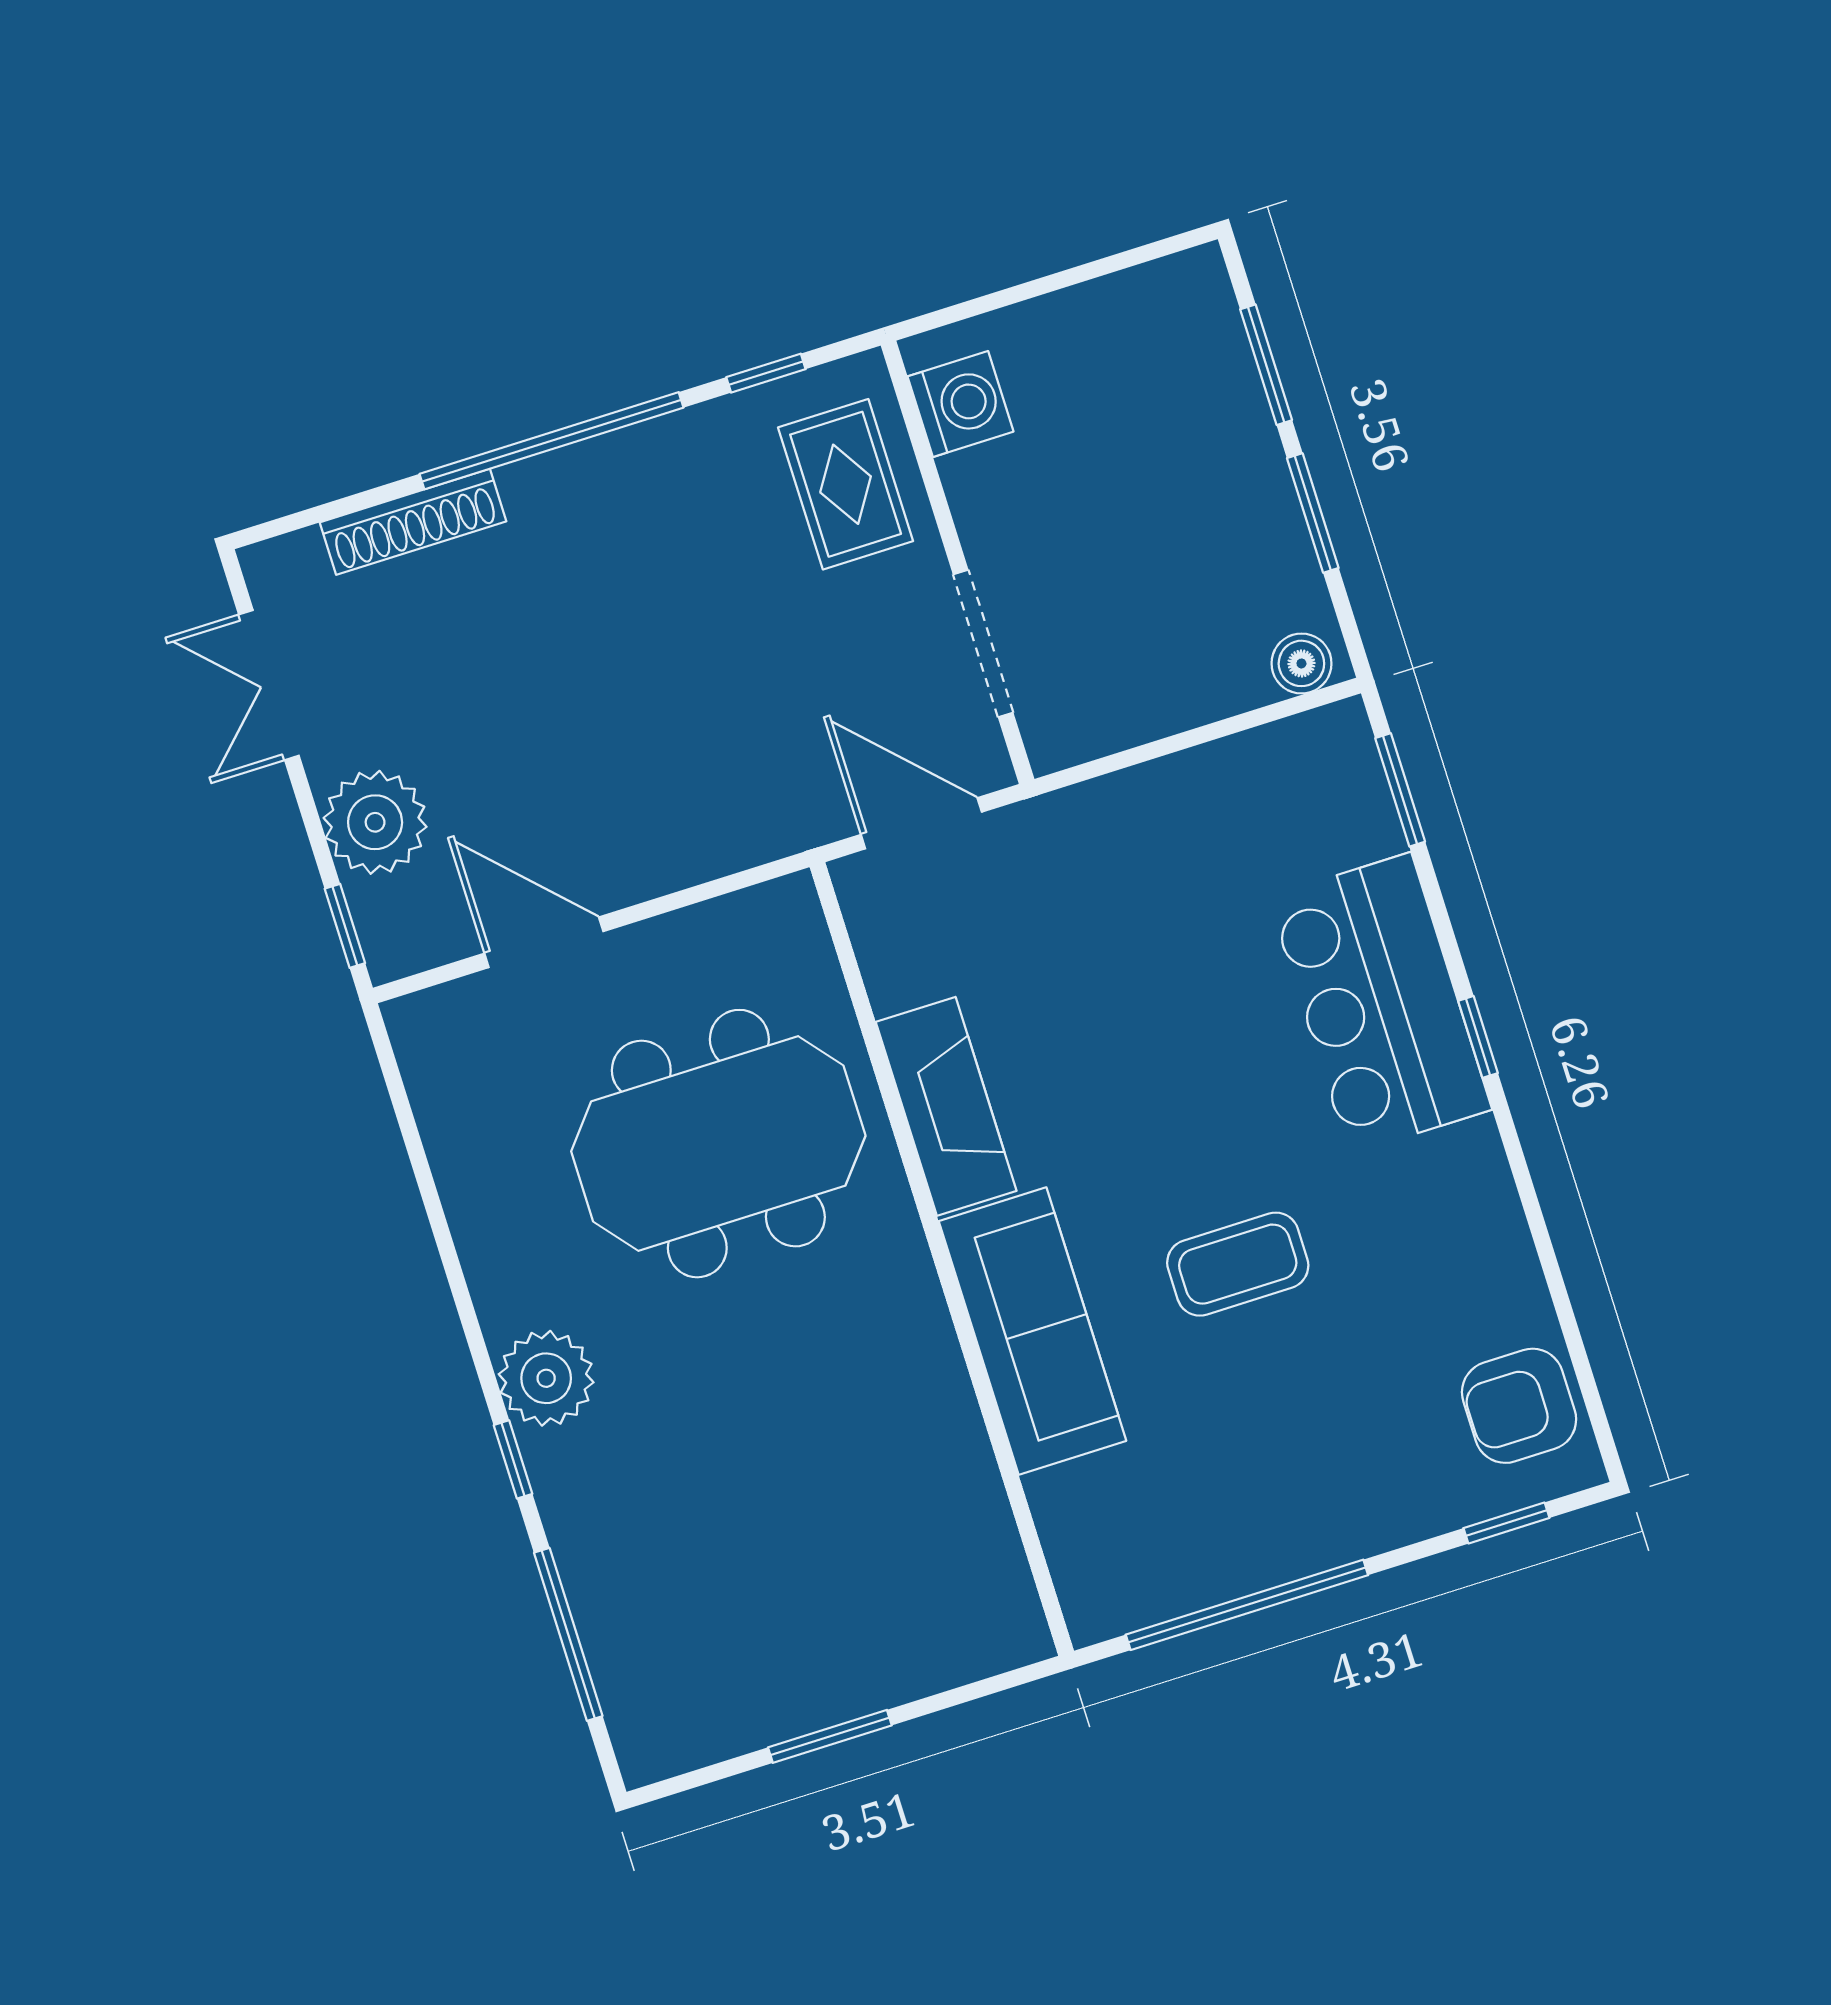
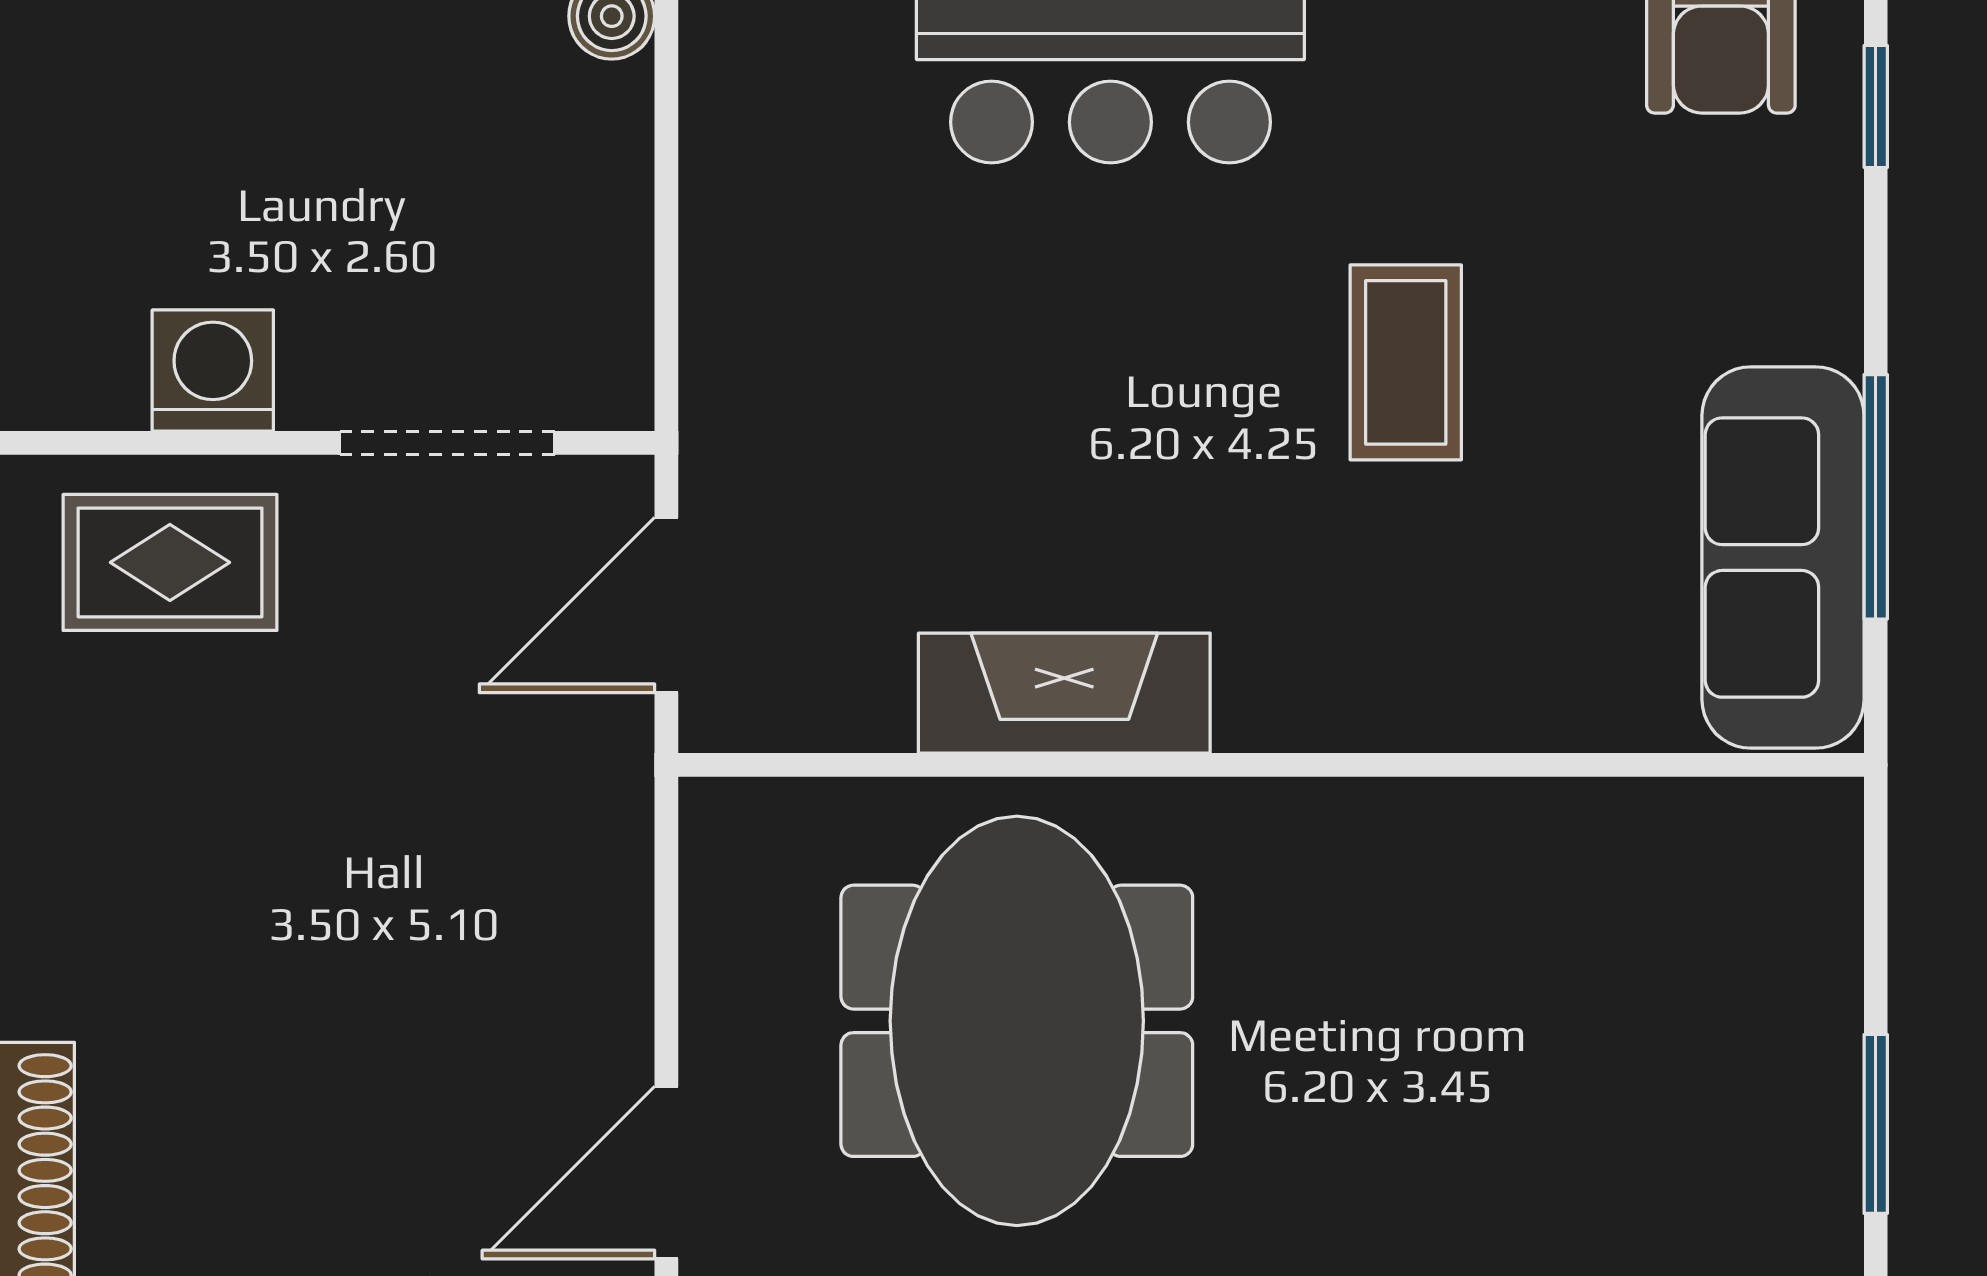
washing machine: (961, 404) -> (213, 371), moved
sofa: (1032, 1331) -> (1783, 558), moved, turned -90
window: (1247, 1605) -> (1876, 497), width x0.68

